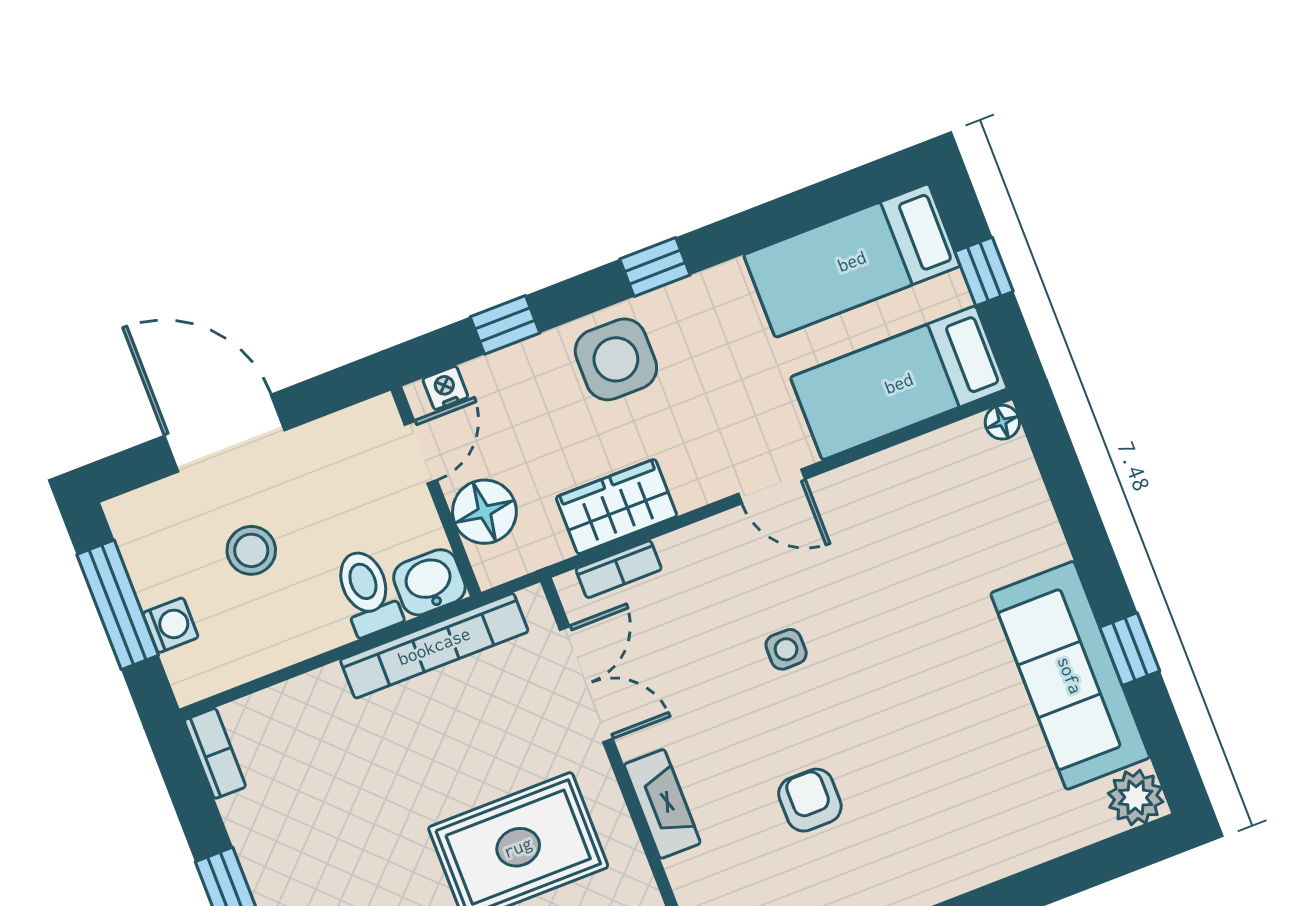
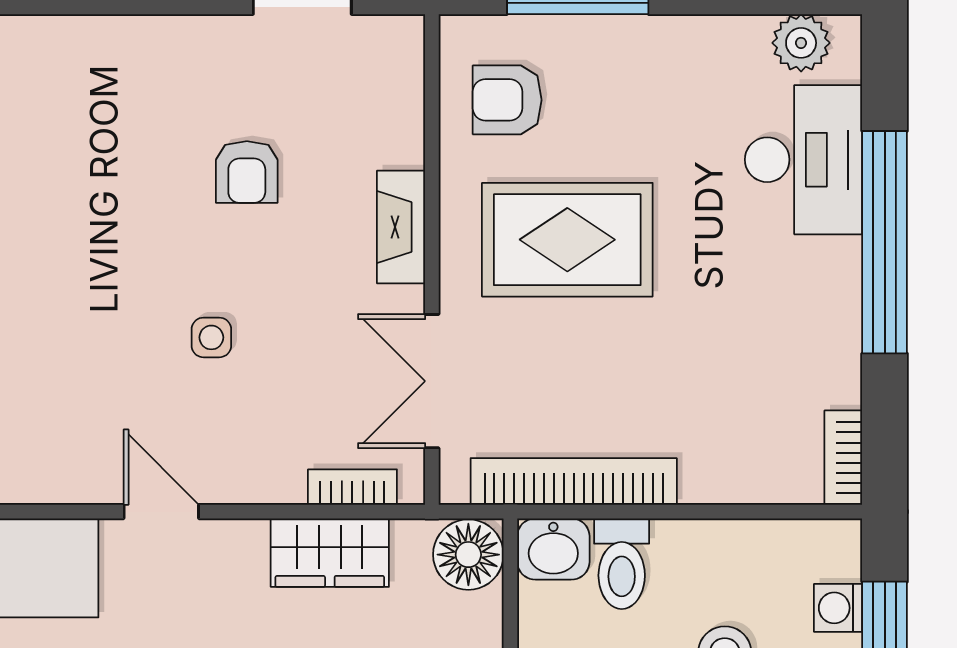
floor lamp: (484, 512) -> (468, 555), moved

